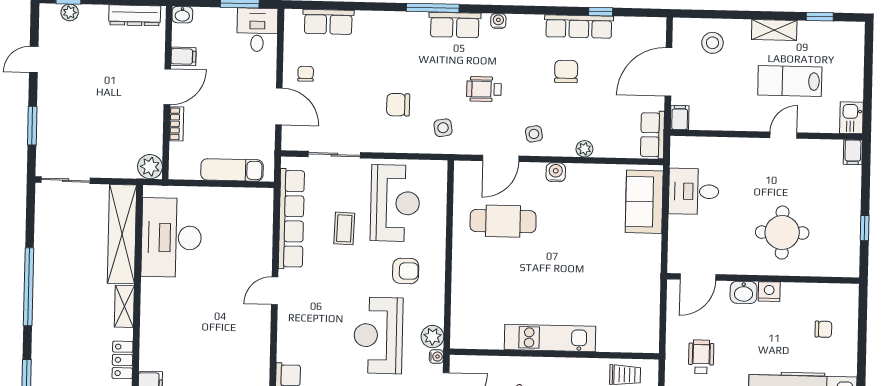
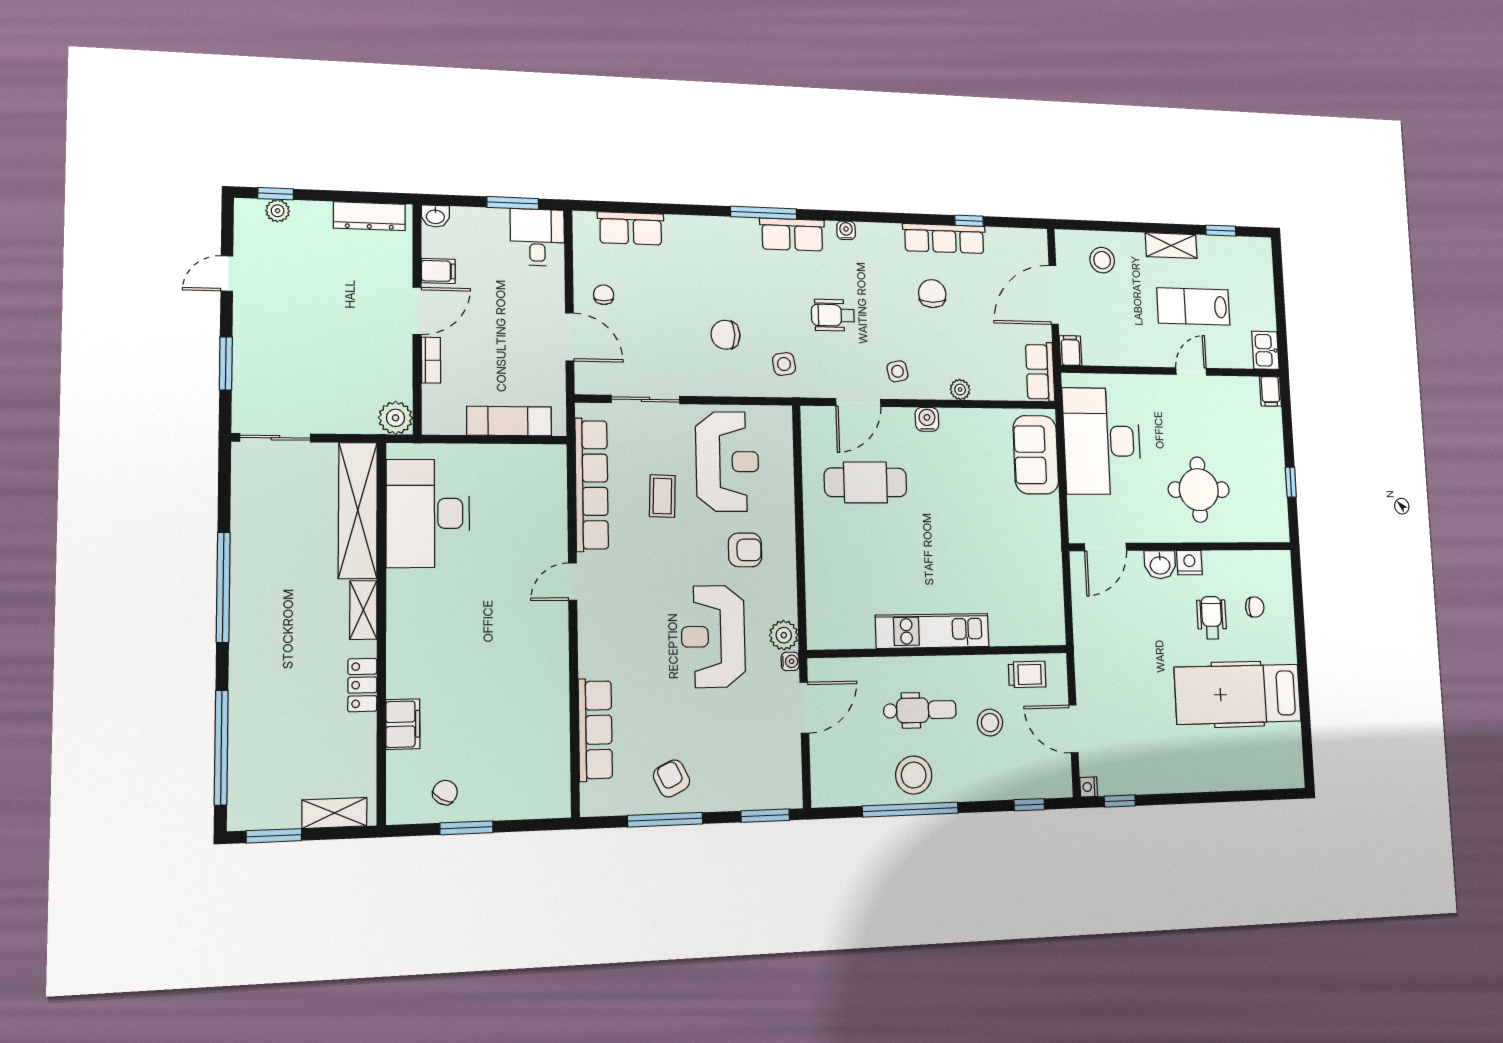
desk: (694, 191) -> (1102, 441), width x1.87, depth x1.30
wheelchair: (701, 357) -> (1212, 618), moved

